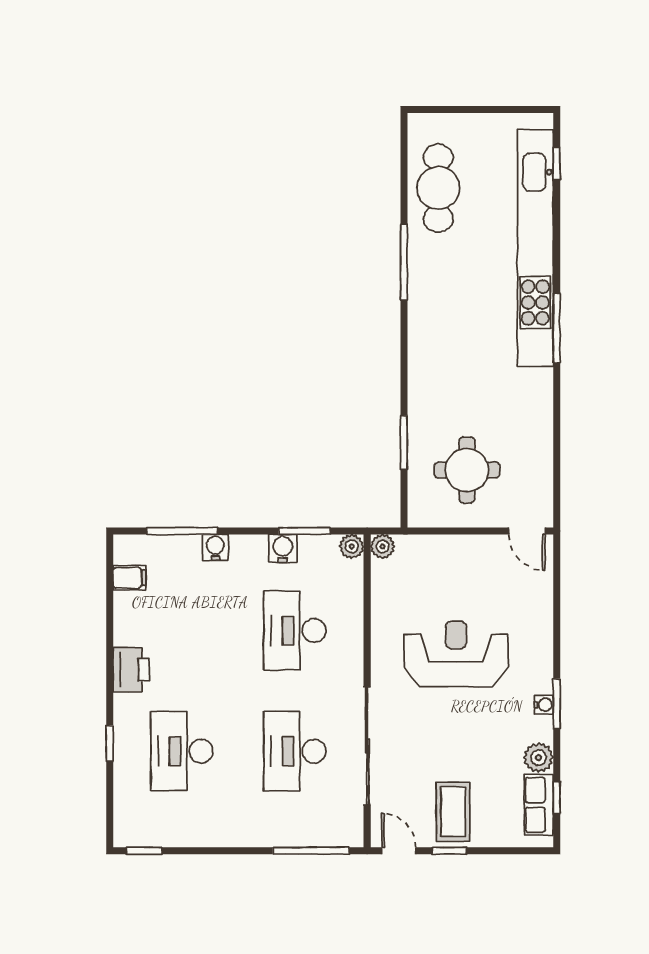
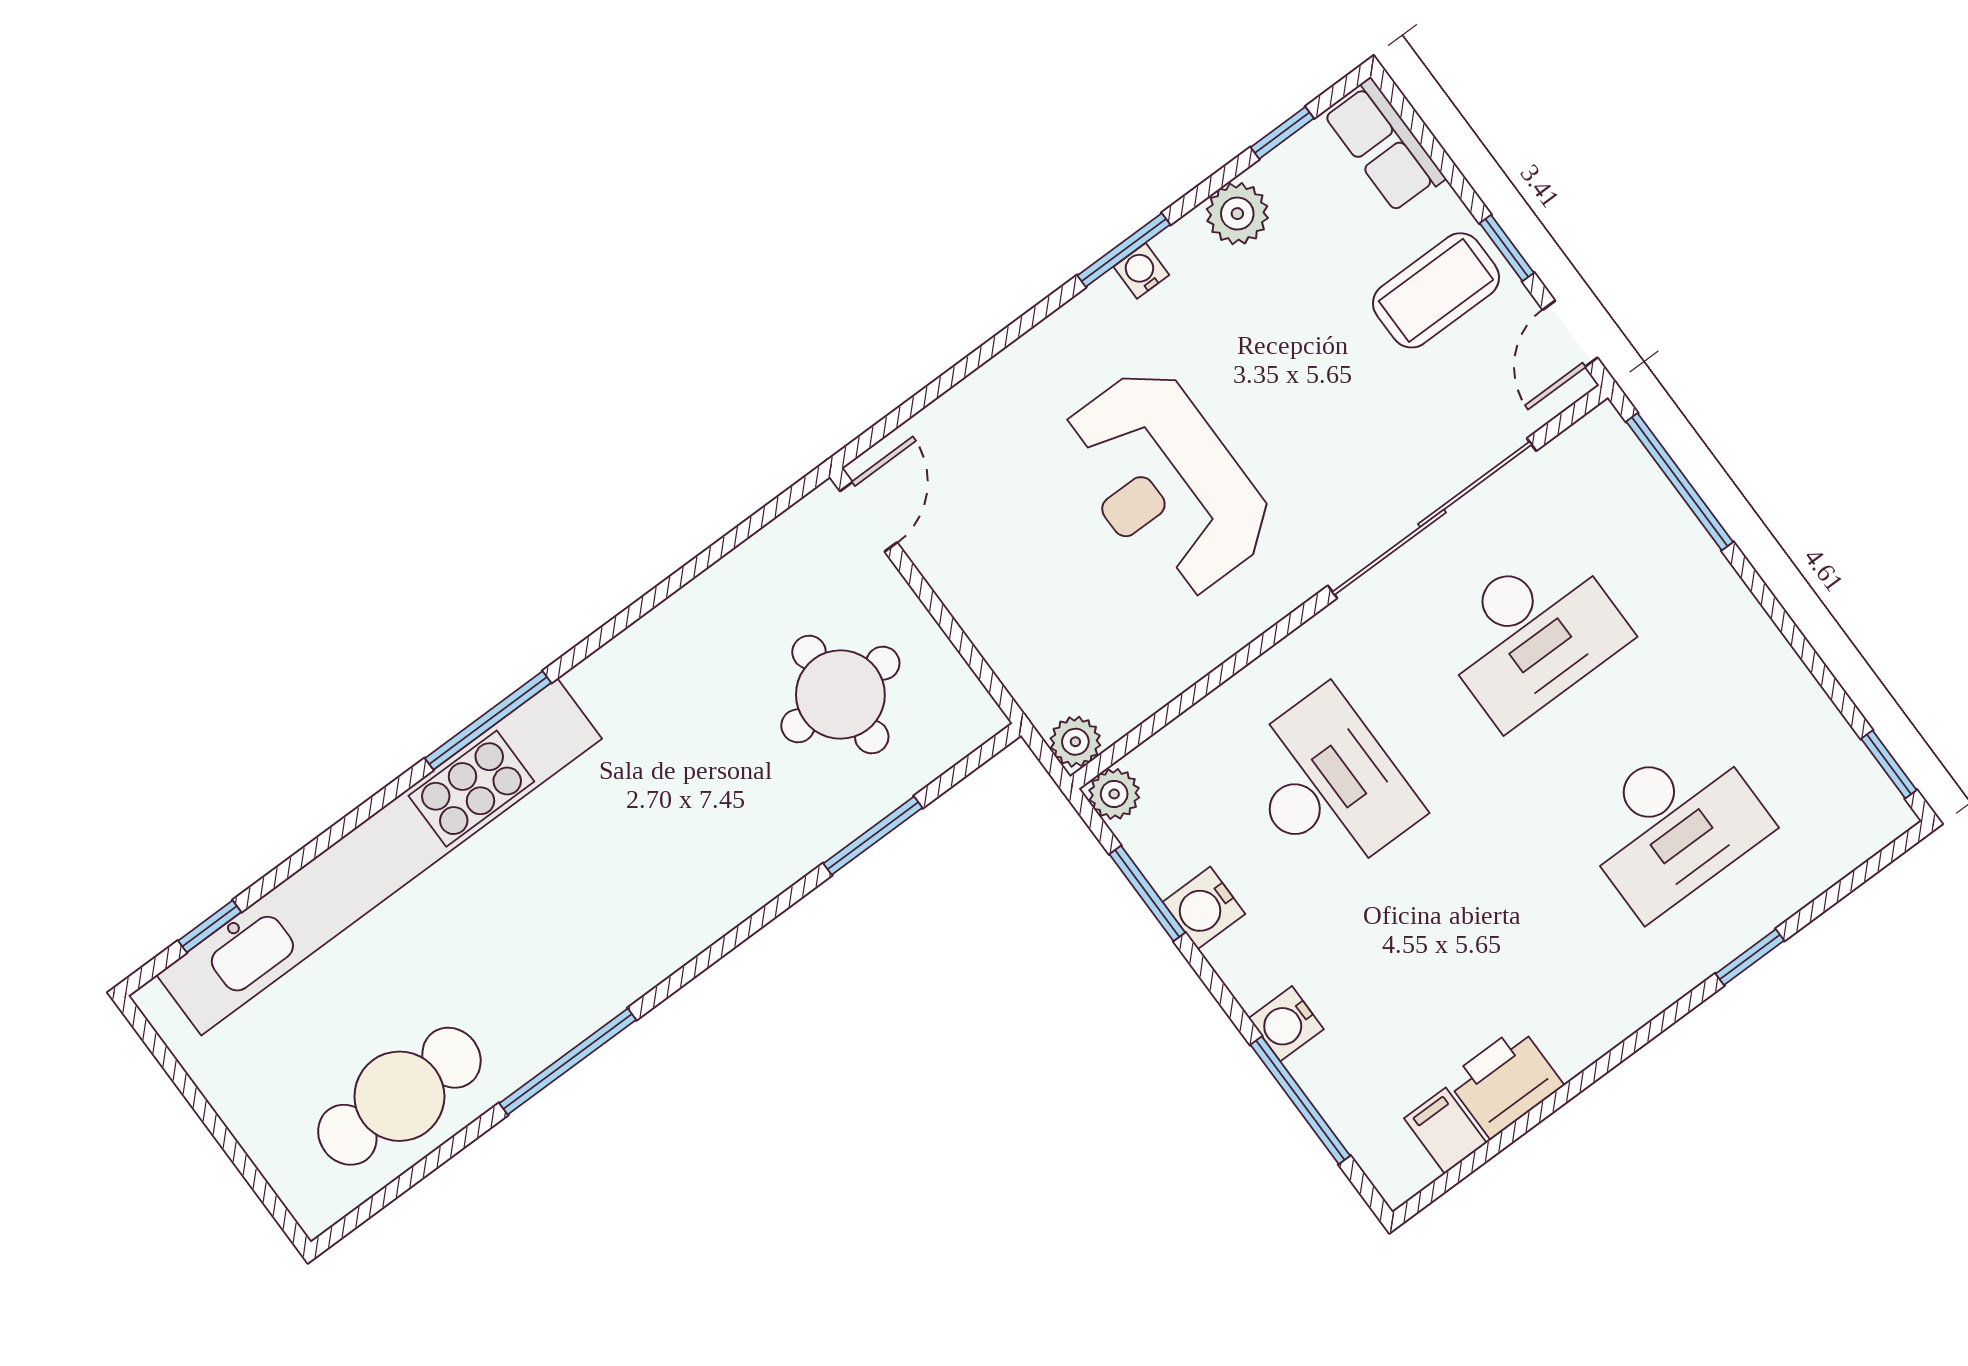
desk: (295, 630) -> (1327, 785), turned -90
printer: (131, 670) -> (1505, 1082), moved
row of seats: (539, 805) -> (1384, 146), moved, turned 90

